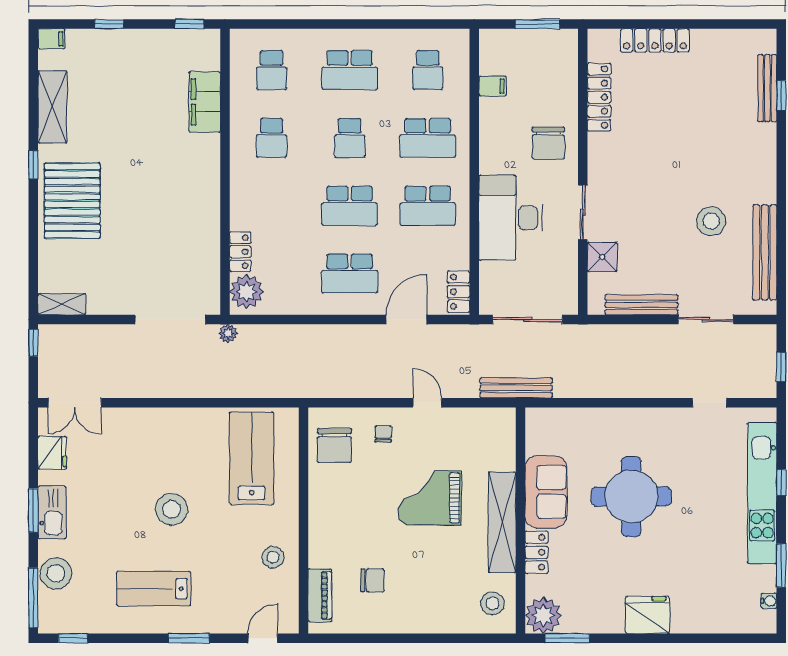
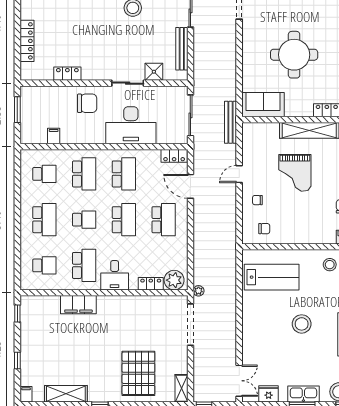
locker: (599, 97) -> (67, 74), width x0.66
filing cabinet: (205, 102) -> (78, 305), moved
school desk: (272, 138) -> (84, 265), width x1.85
desk: (255, 190) -> (115, 275), added
pallet: (72, 201) -> (138, 373), moved, turned 90
chair: (334, 445) -> (264, 229), width x0.54, depth x0.54
lab bench: (252, 458) -> (272, 277), turned 180
sofa: (546, 492) -> (263, 105), moved

